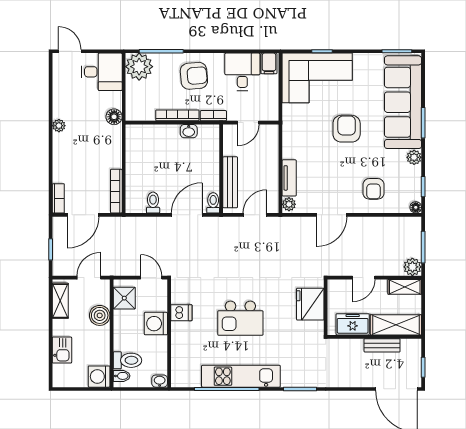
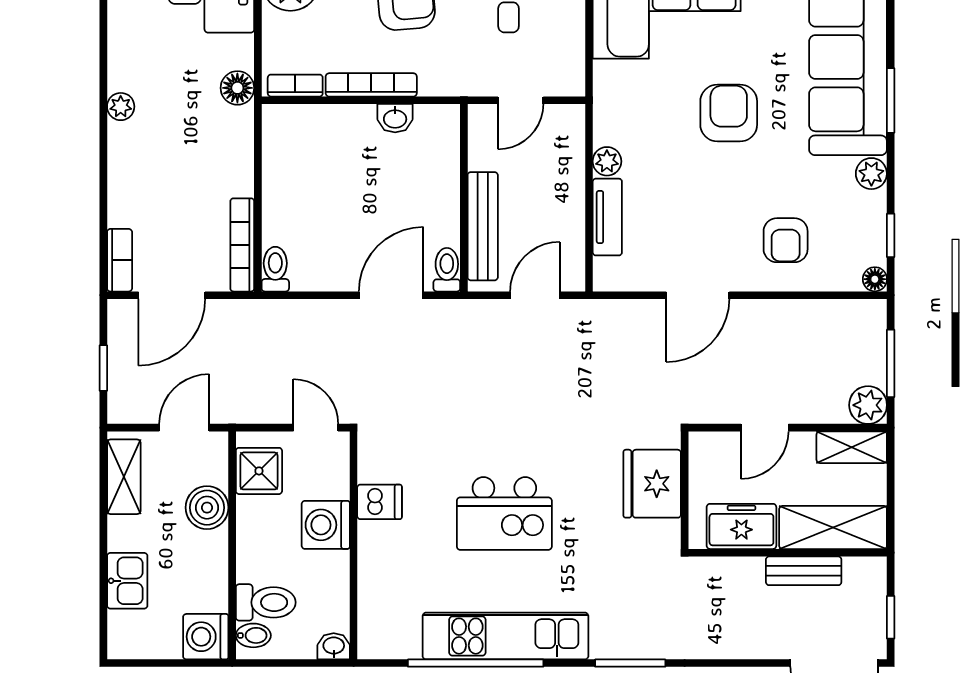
bookcase: (213, 116) -> (295, 86), moved
toilet: (153, 203) -> (275, 269), moved
plant: (289, 204) -> (607, 161), moved

